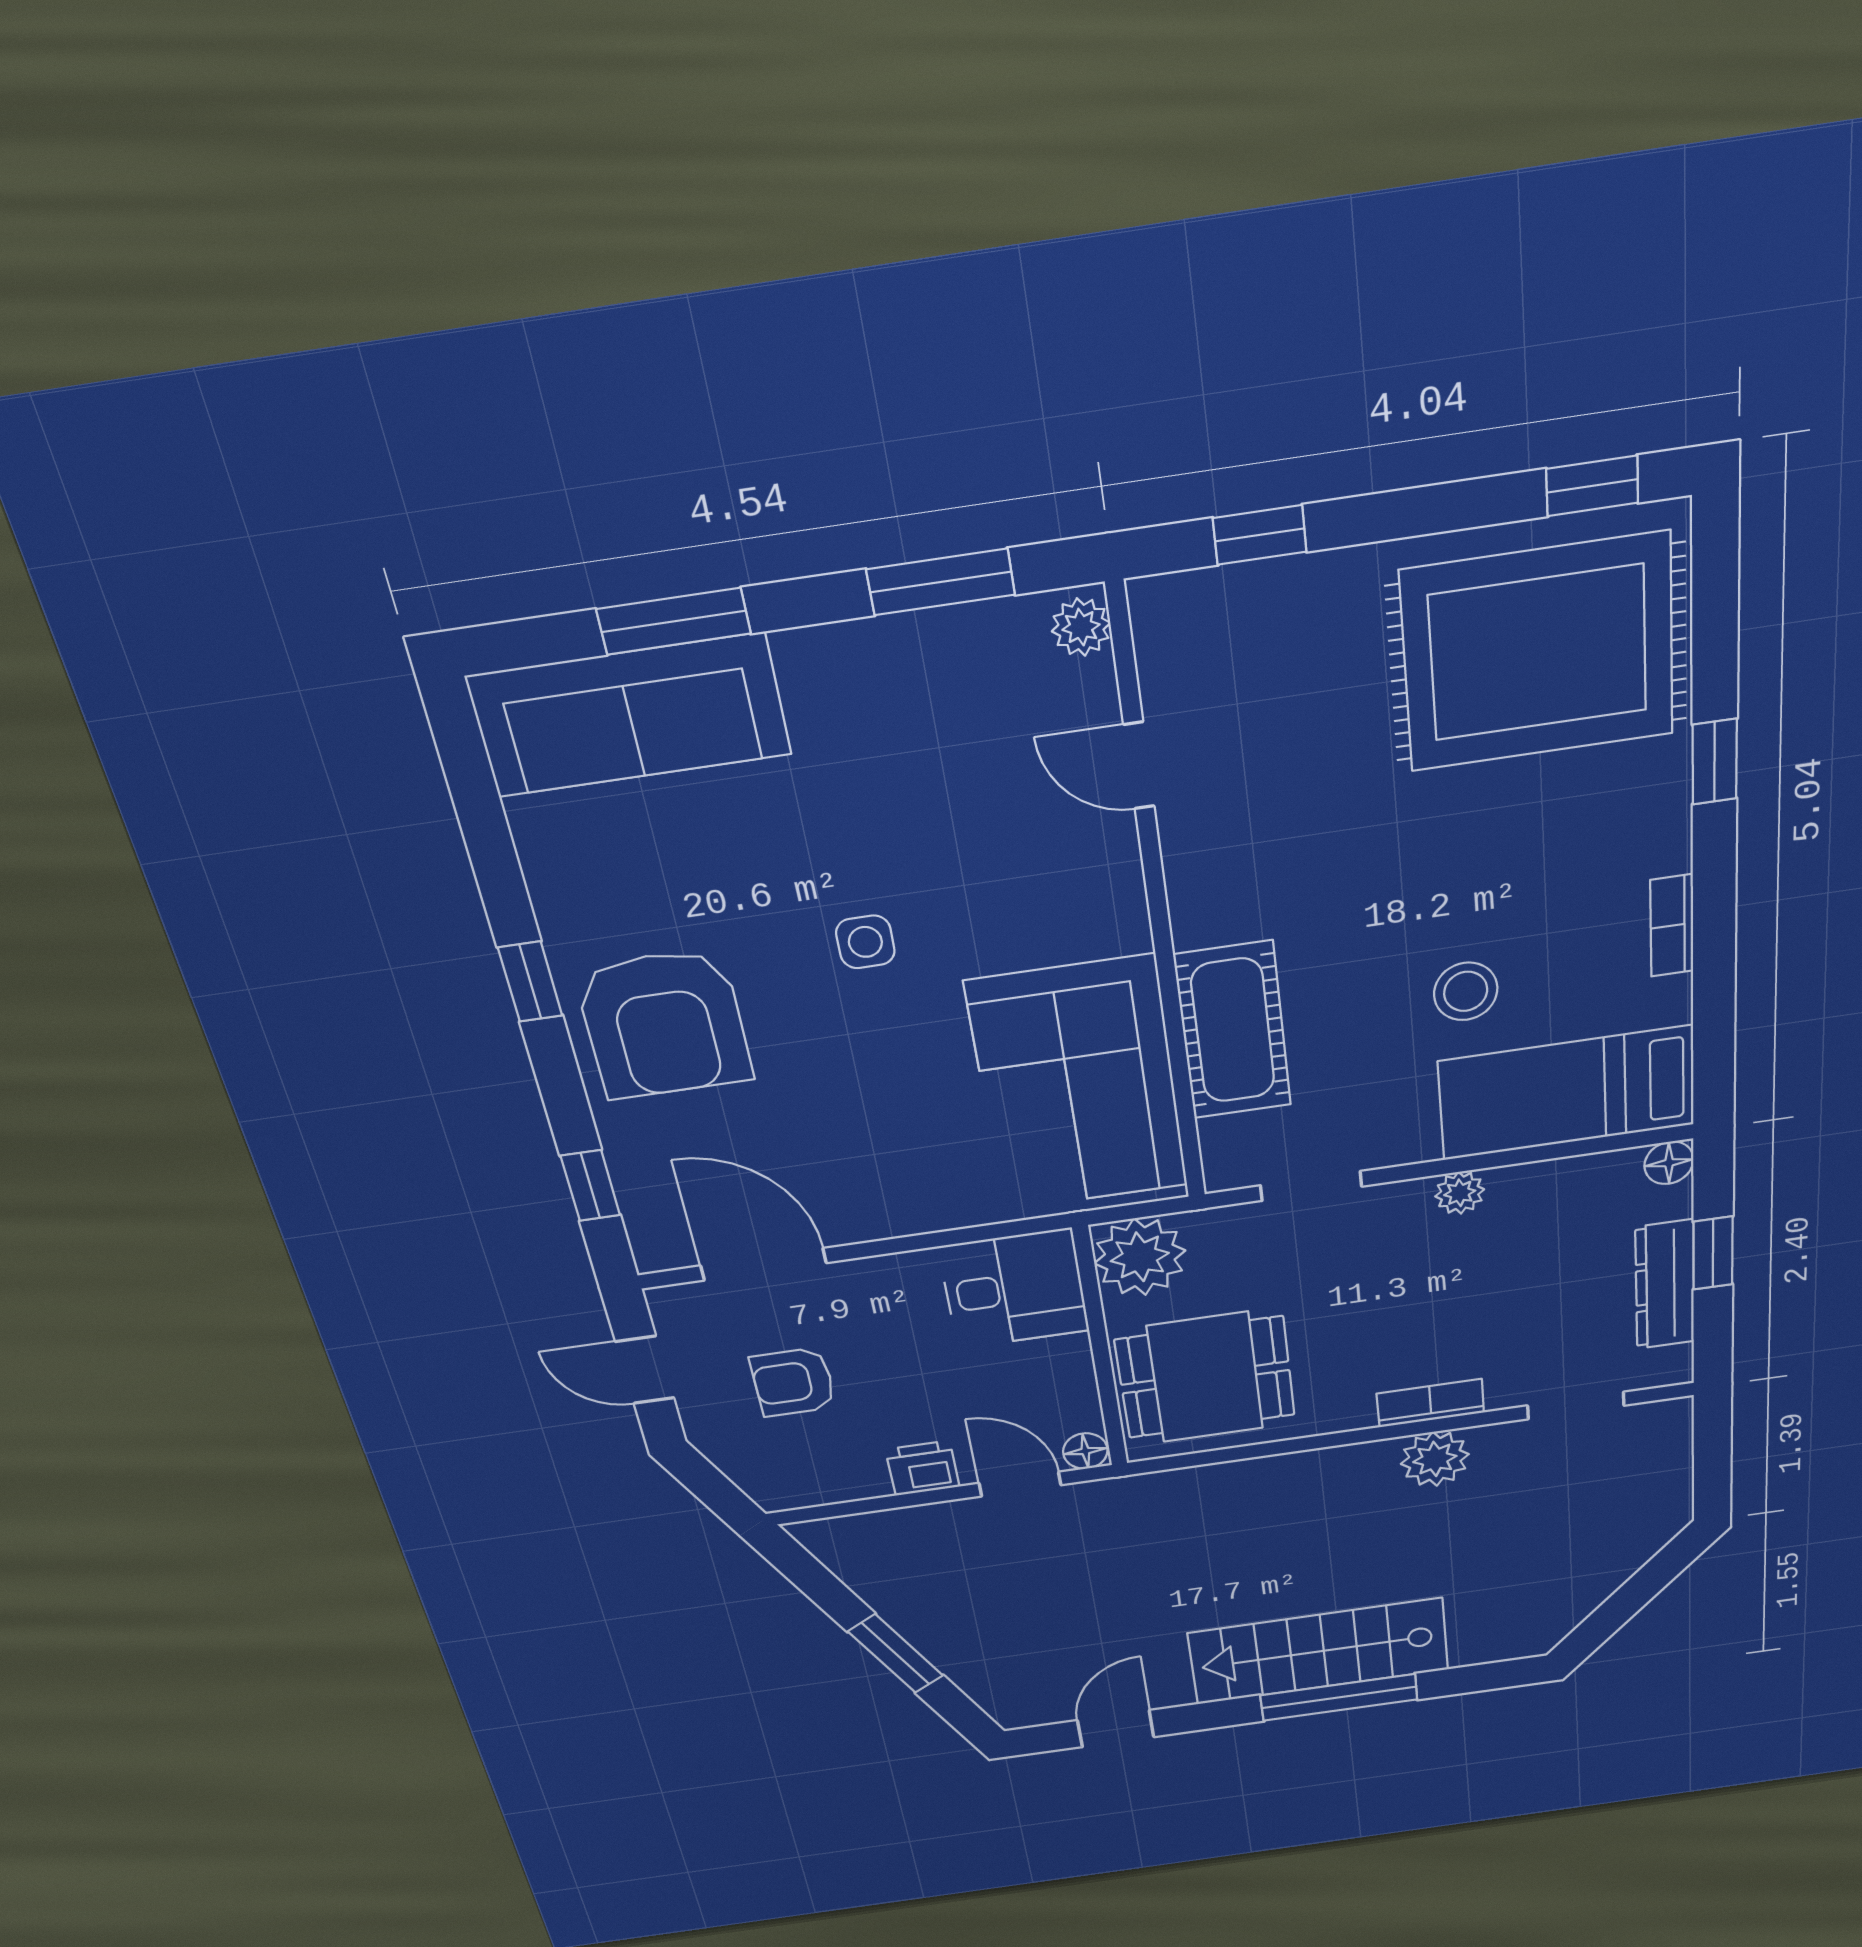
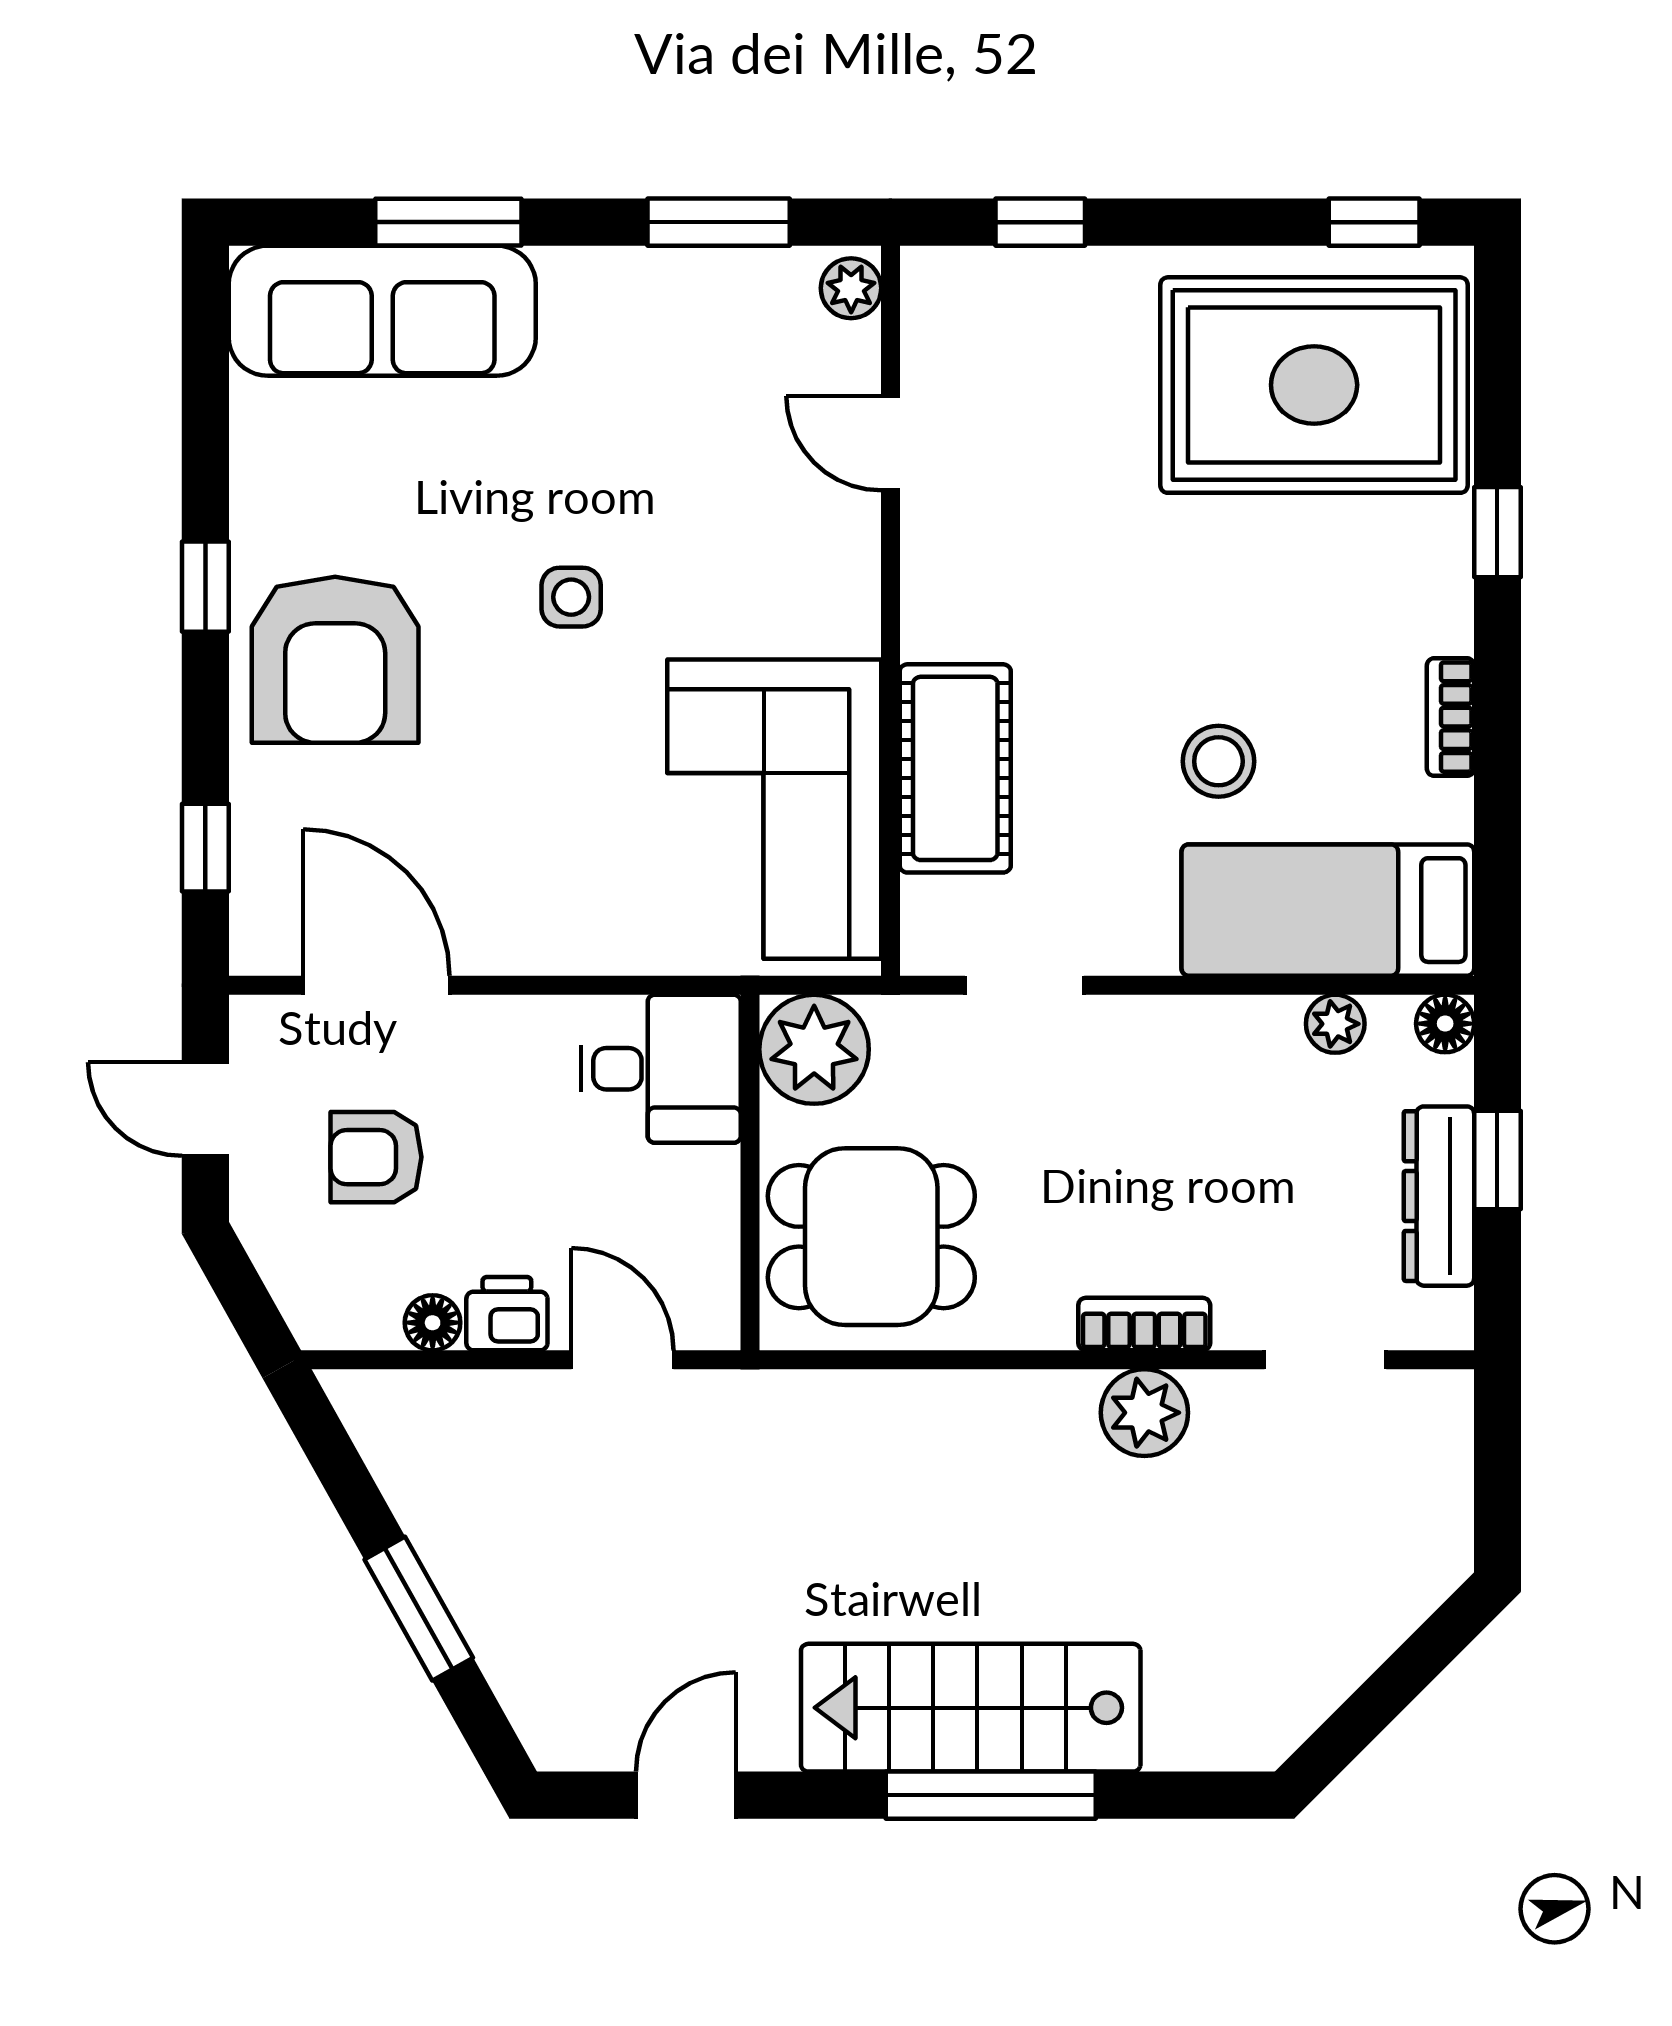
plant: (1460, 1193) -> (1335, 1024), moved
floor lamp: (1085, 1451) -> (433, 1323), moved

